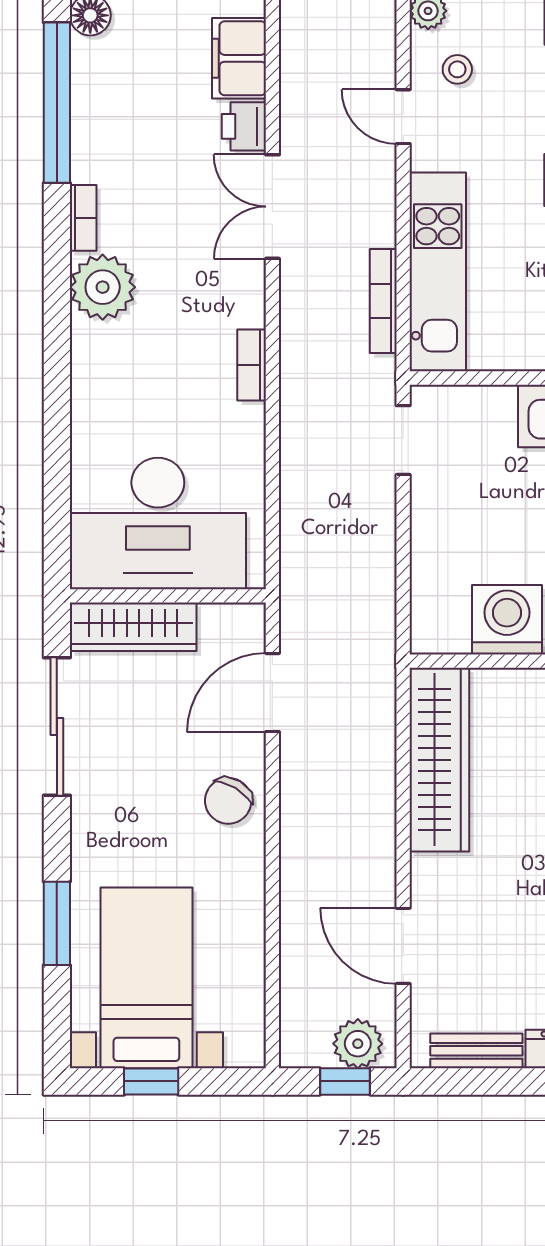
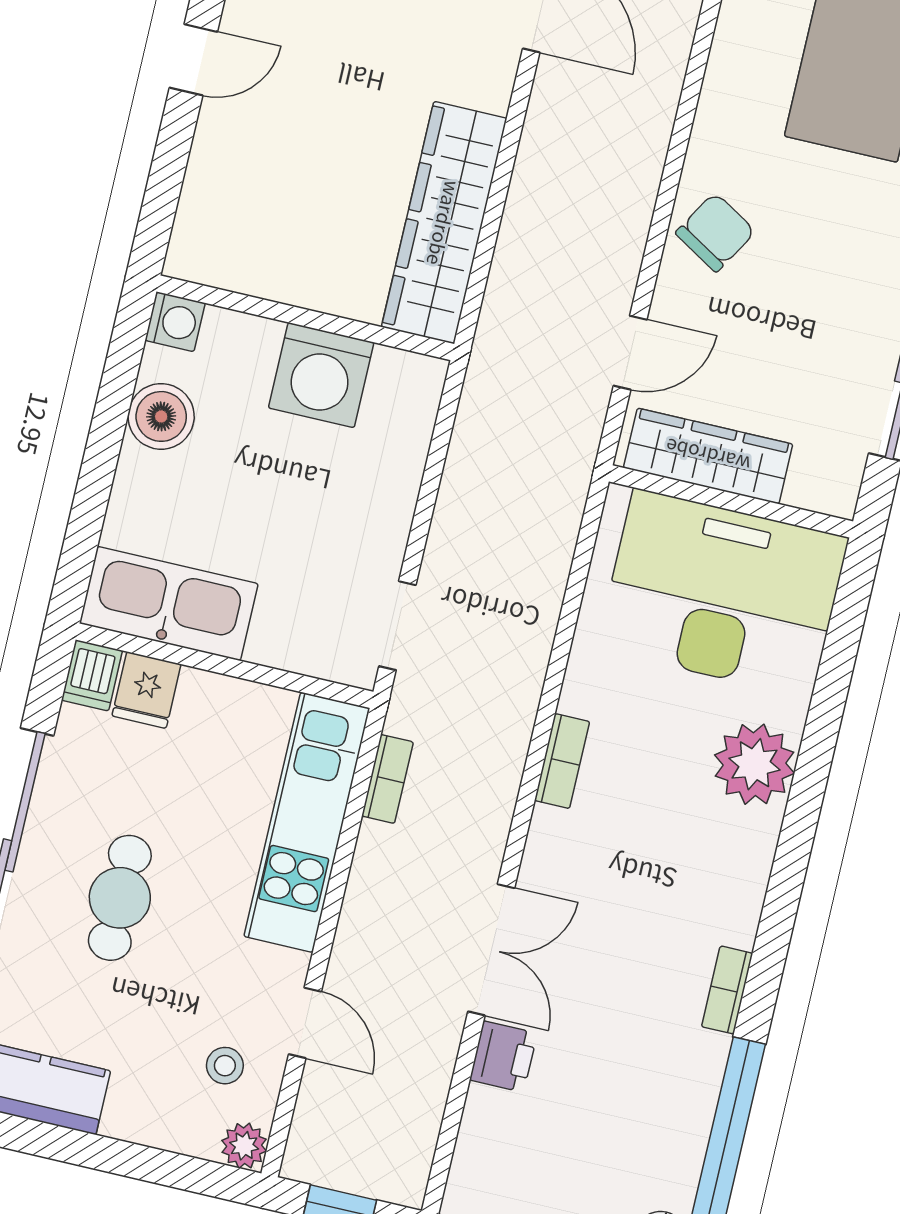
filing cabinet: (239, 58) -> (490, 1142), removed
plant: (103, 287) -> (754, 764), moved
bookcase: (383, 301) -> (387, 779), width x0.64
wardrobe: (133, 627) -> (708, 456), moved
door: (272, 693) -> (630, 353), width x0.73

